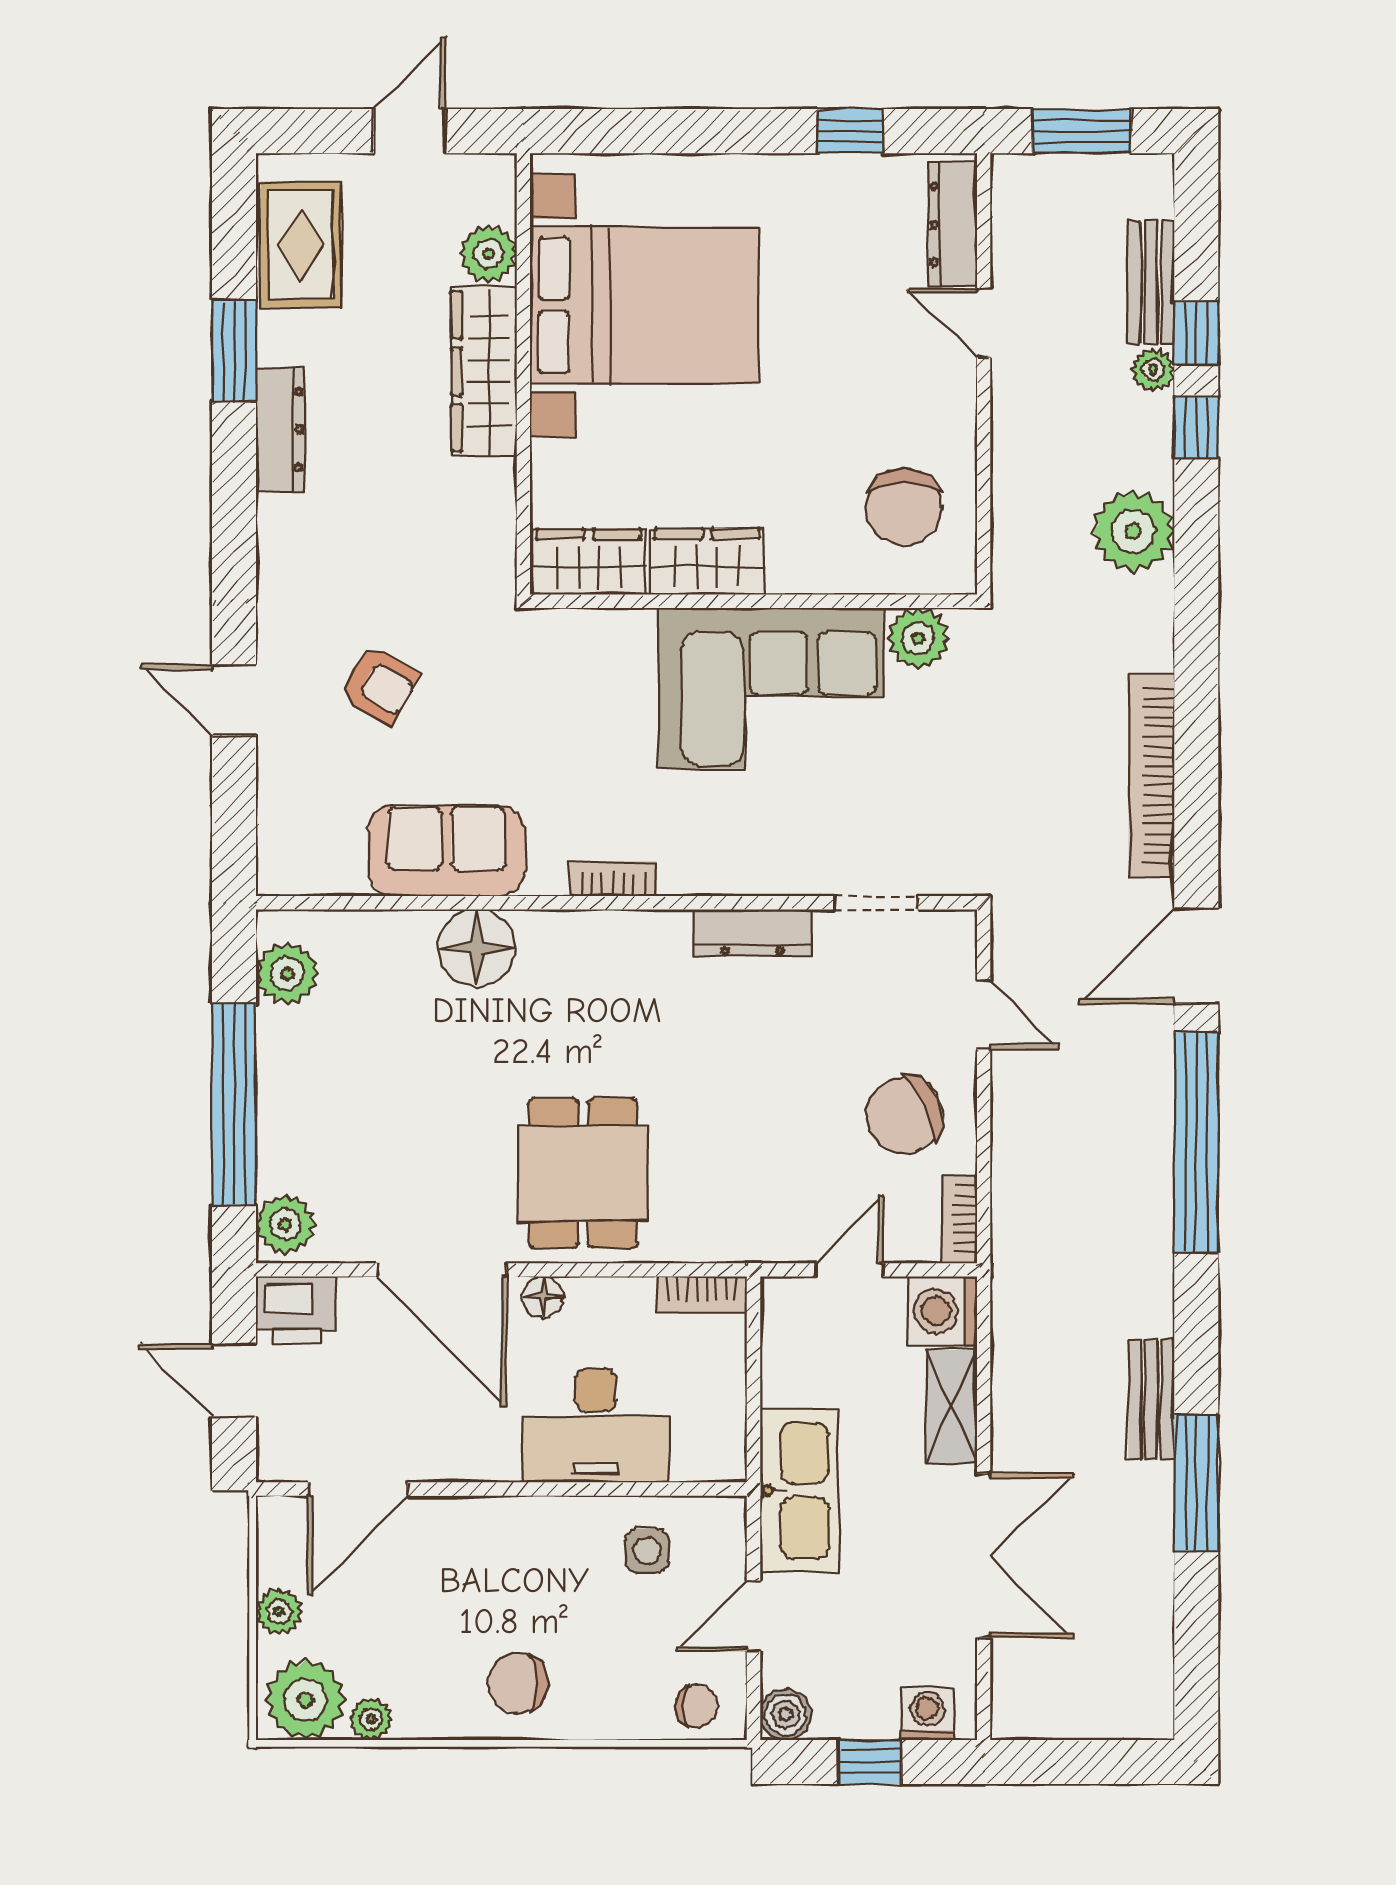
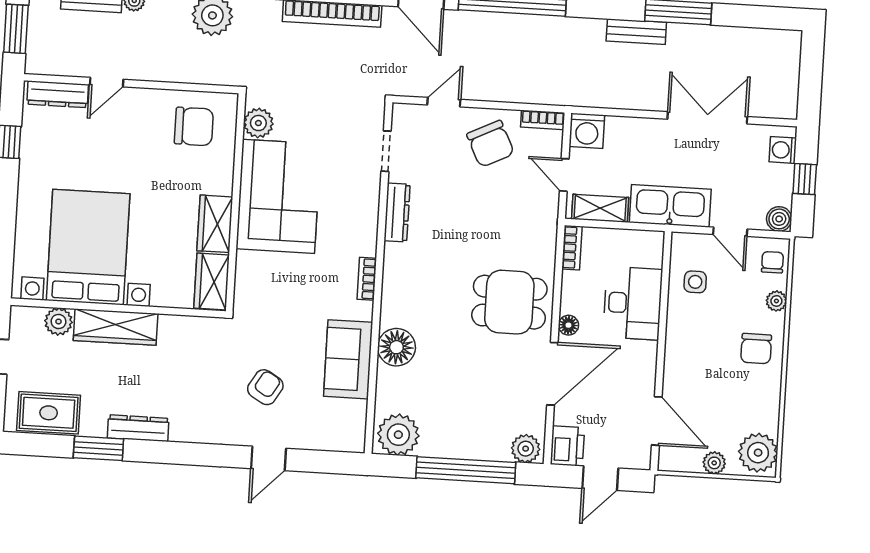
plant: (287, 974) -> (398, 435), width x1.36, depth x1.36
shelving: (951, 1407) -> (600, 208), moved
plant: (371, 1719) -> (776, 301), moved

